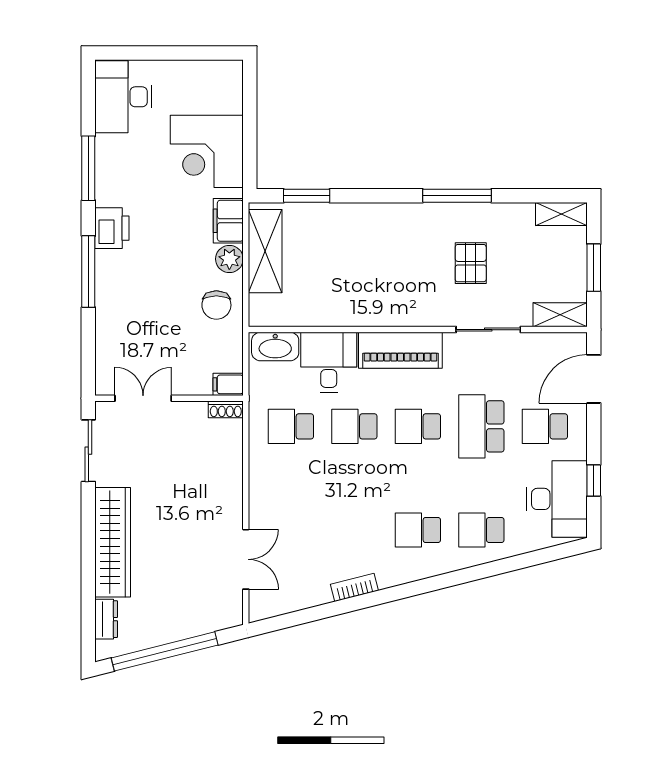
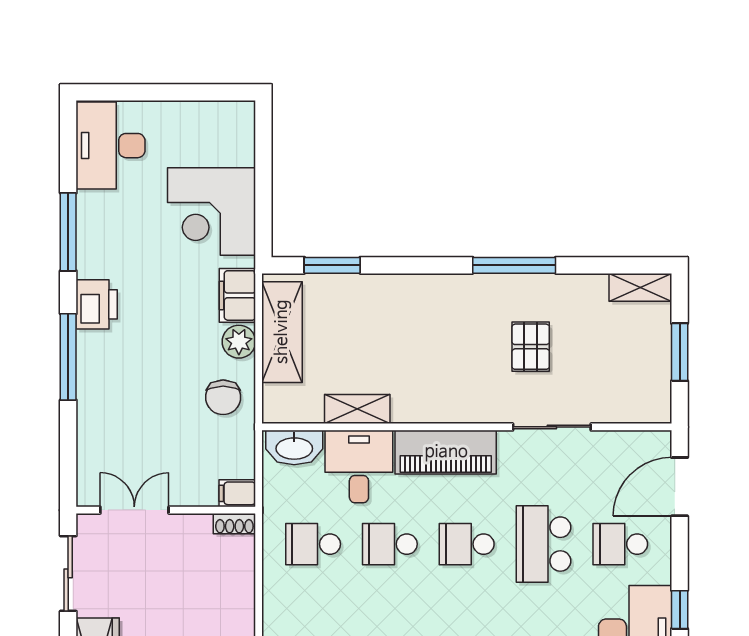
shelving: (560, 315) -> (357, 409), moved

